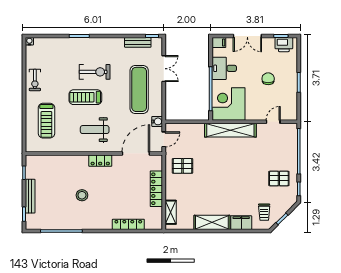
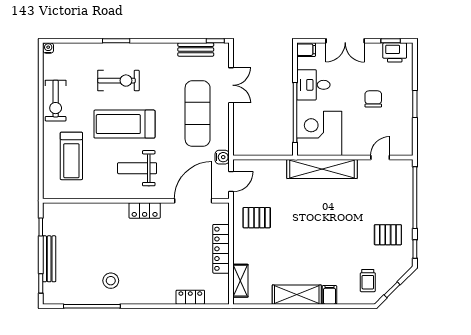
exercise bike: (95, 72) -> (119, 81), moved
exercise bike: (35, 80) -> (56, 101), width x1.38, depth x1.39
treadmill: (85, 97) -> (124, 124), width x1.37, depth x1.38
stool: (82, 195) -> (111, 281), moved
filing cabinet: (241, 223) -> (329, 295), width x0.50
locker: (128, 224) -> (190, 297), width x0.66

